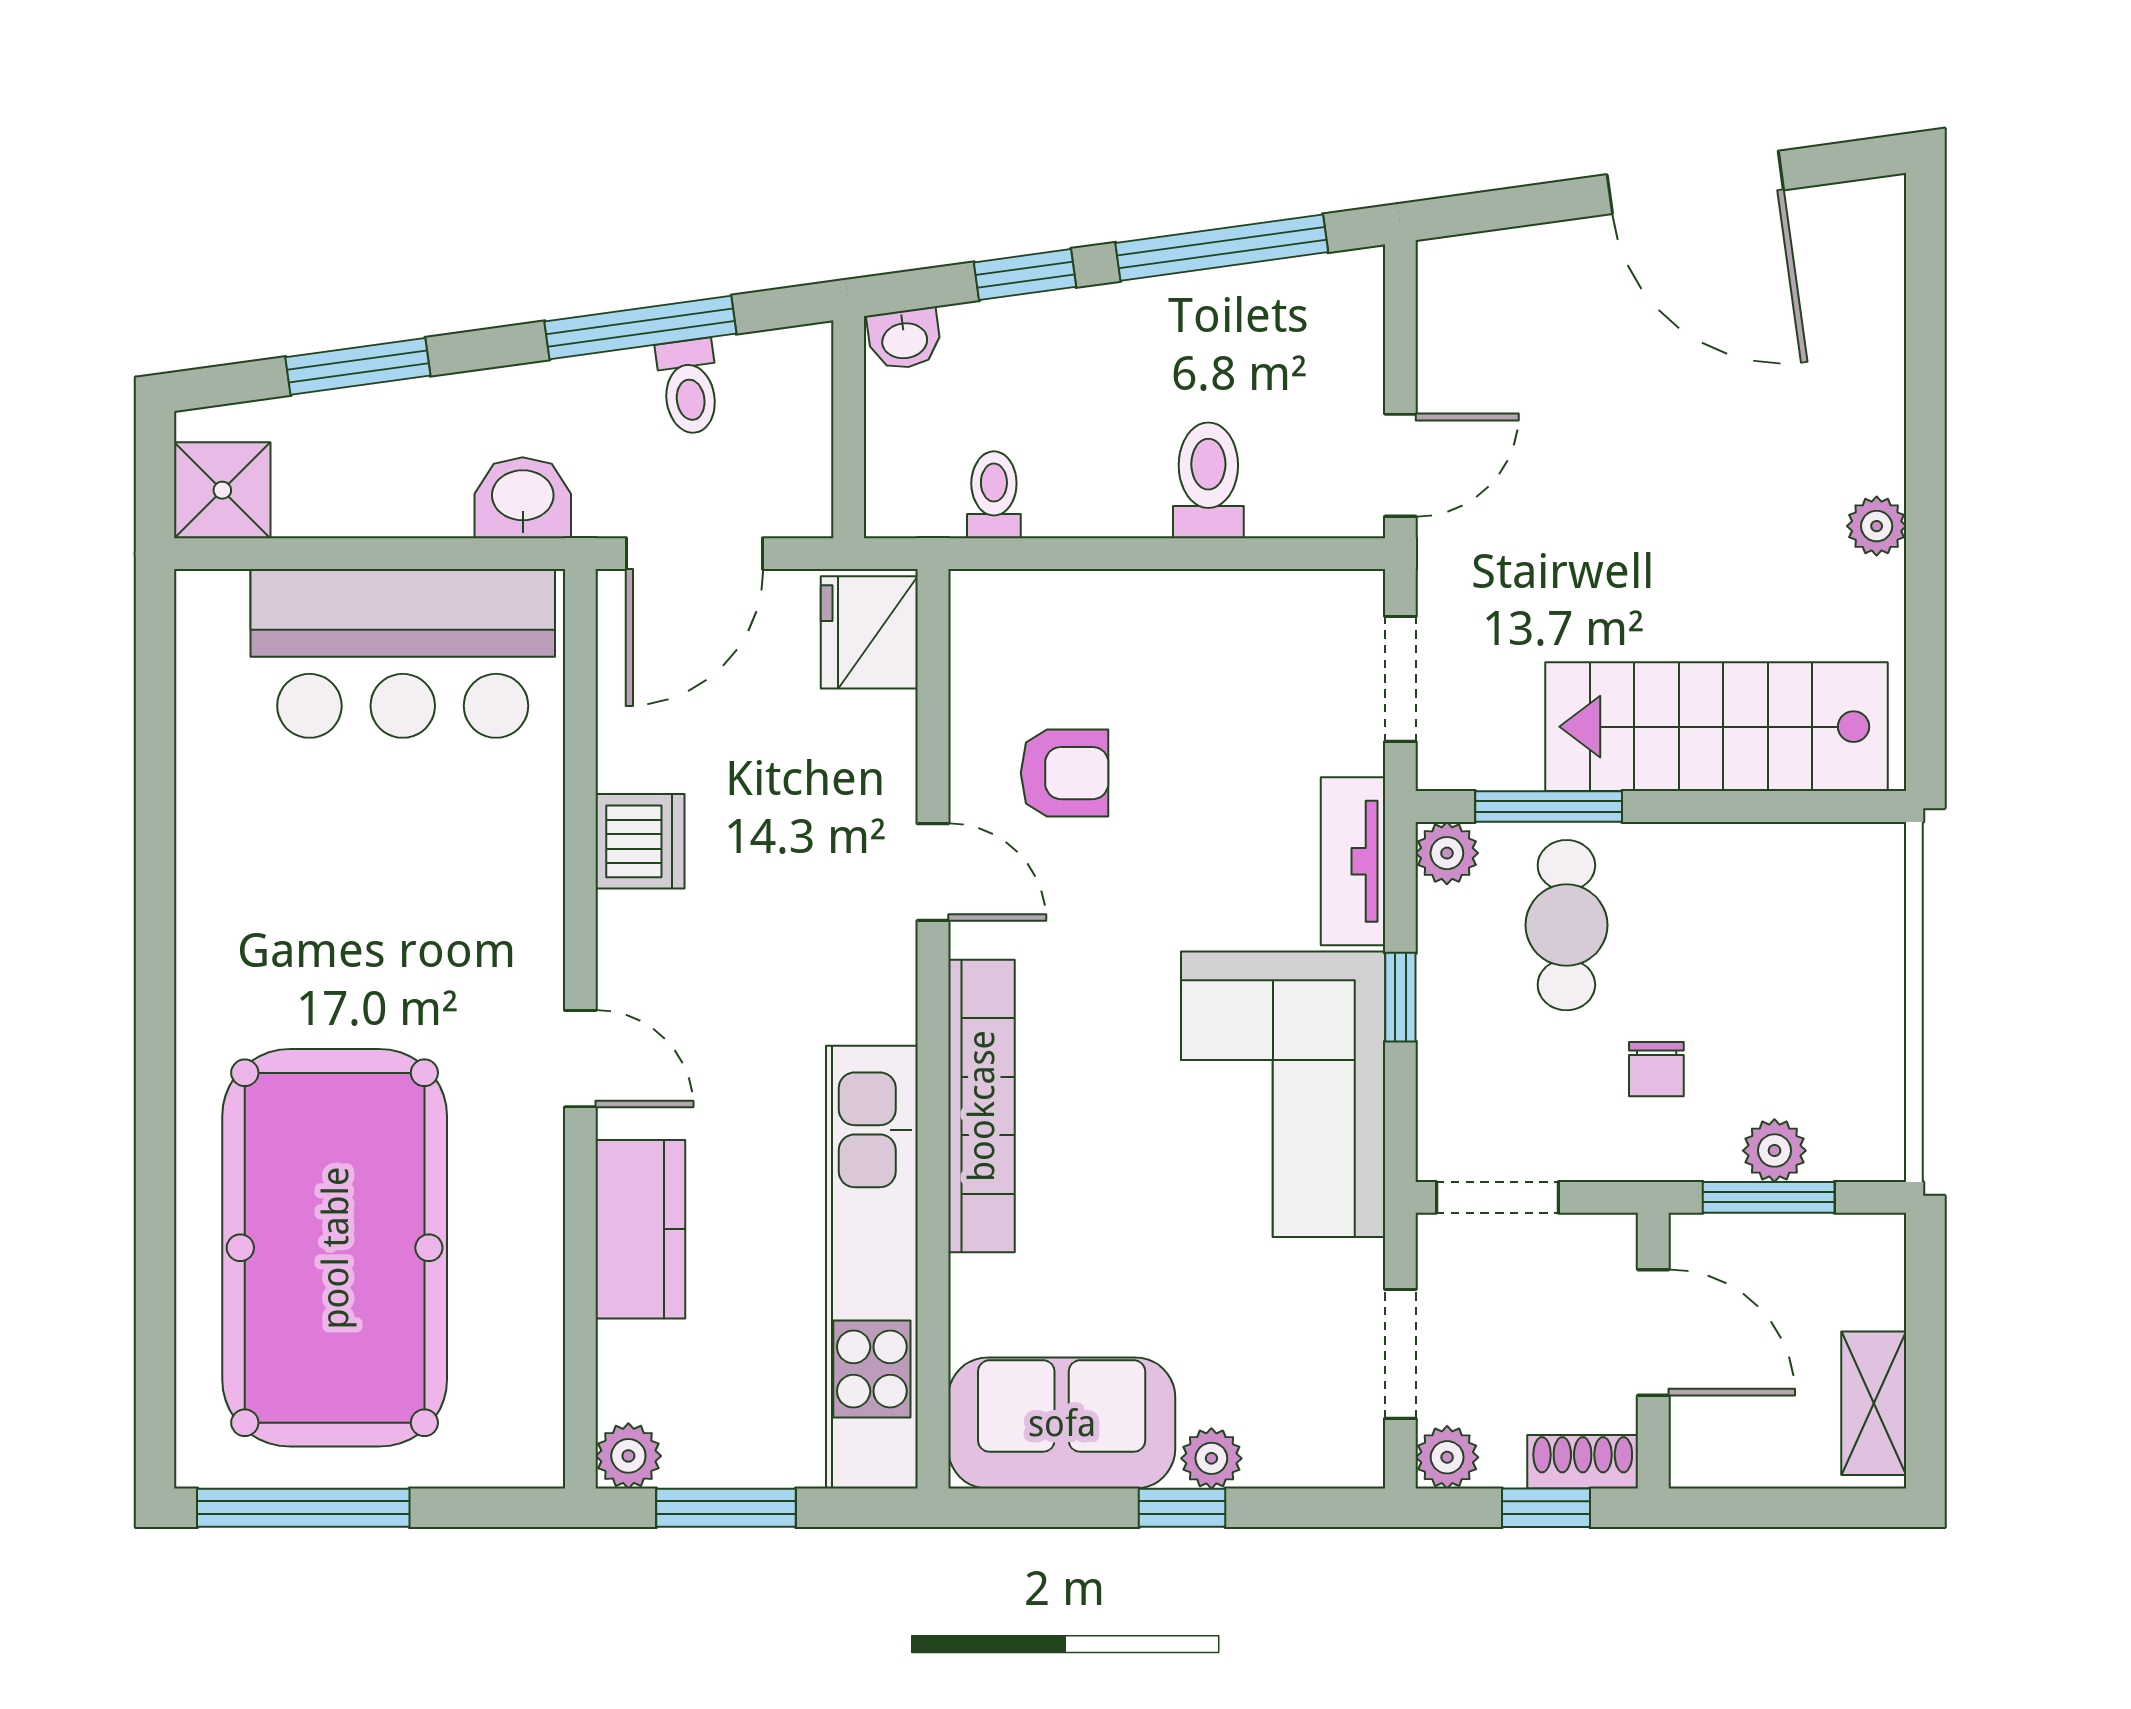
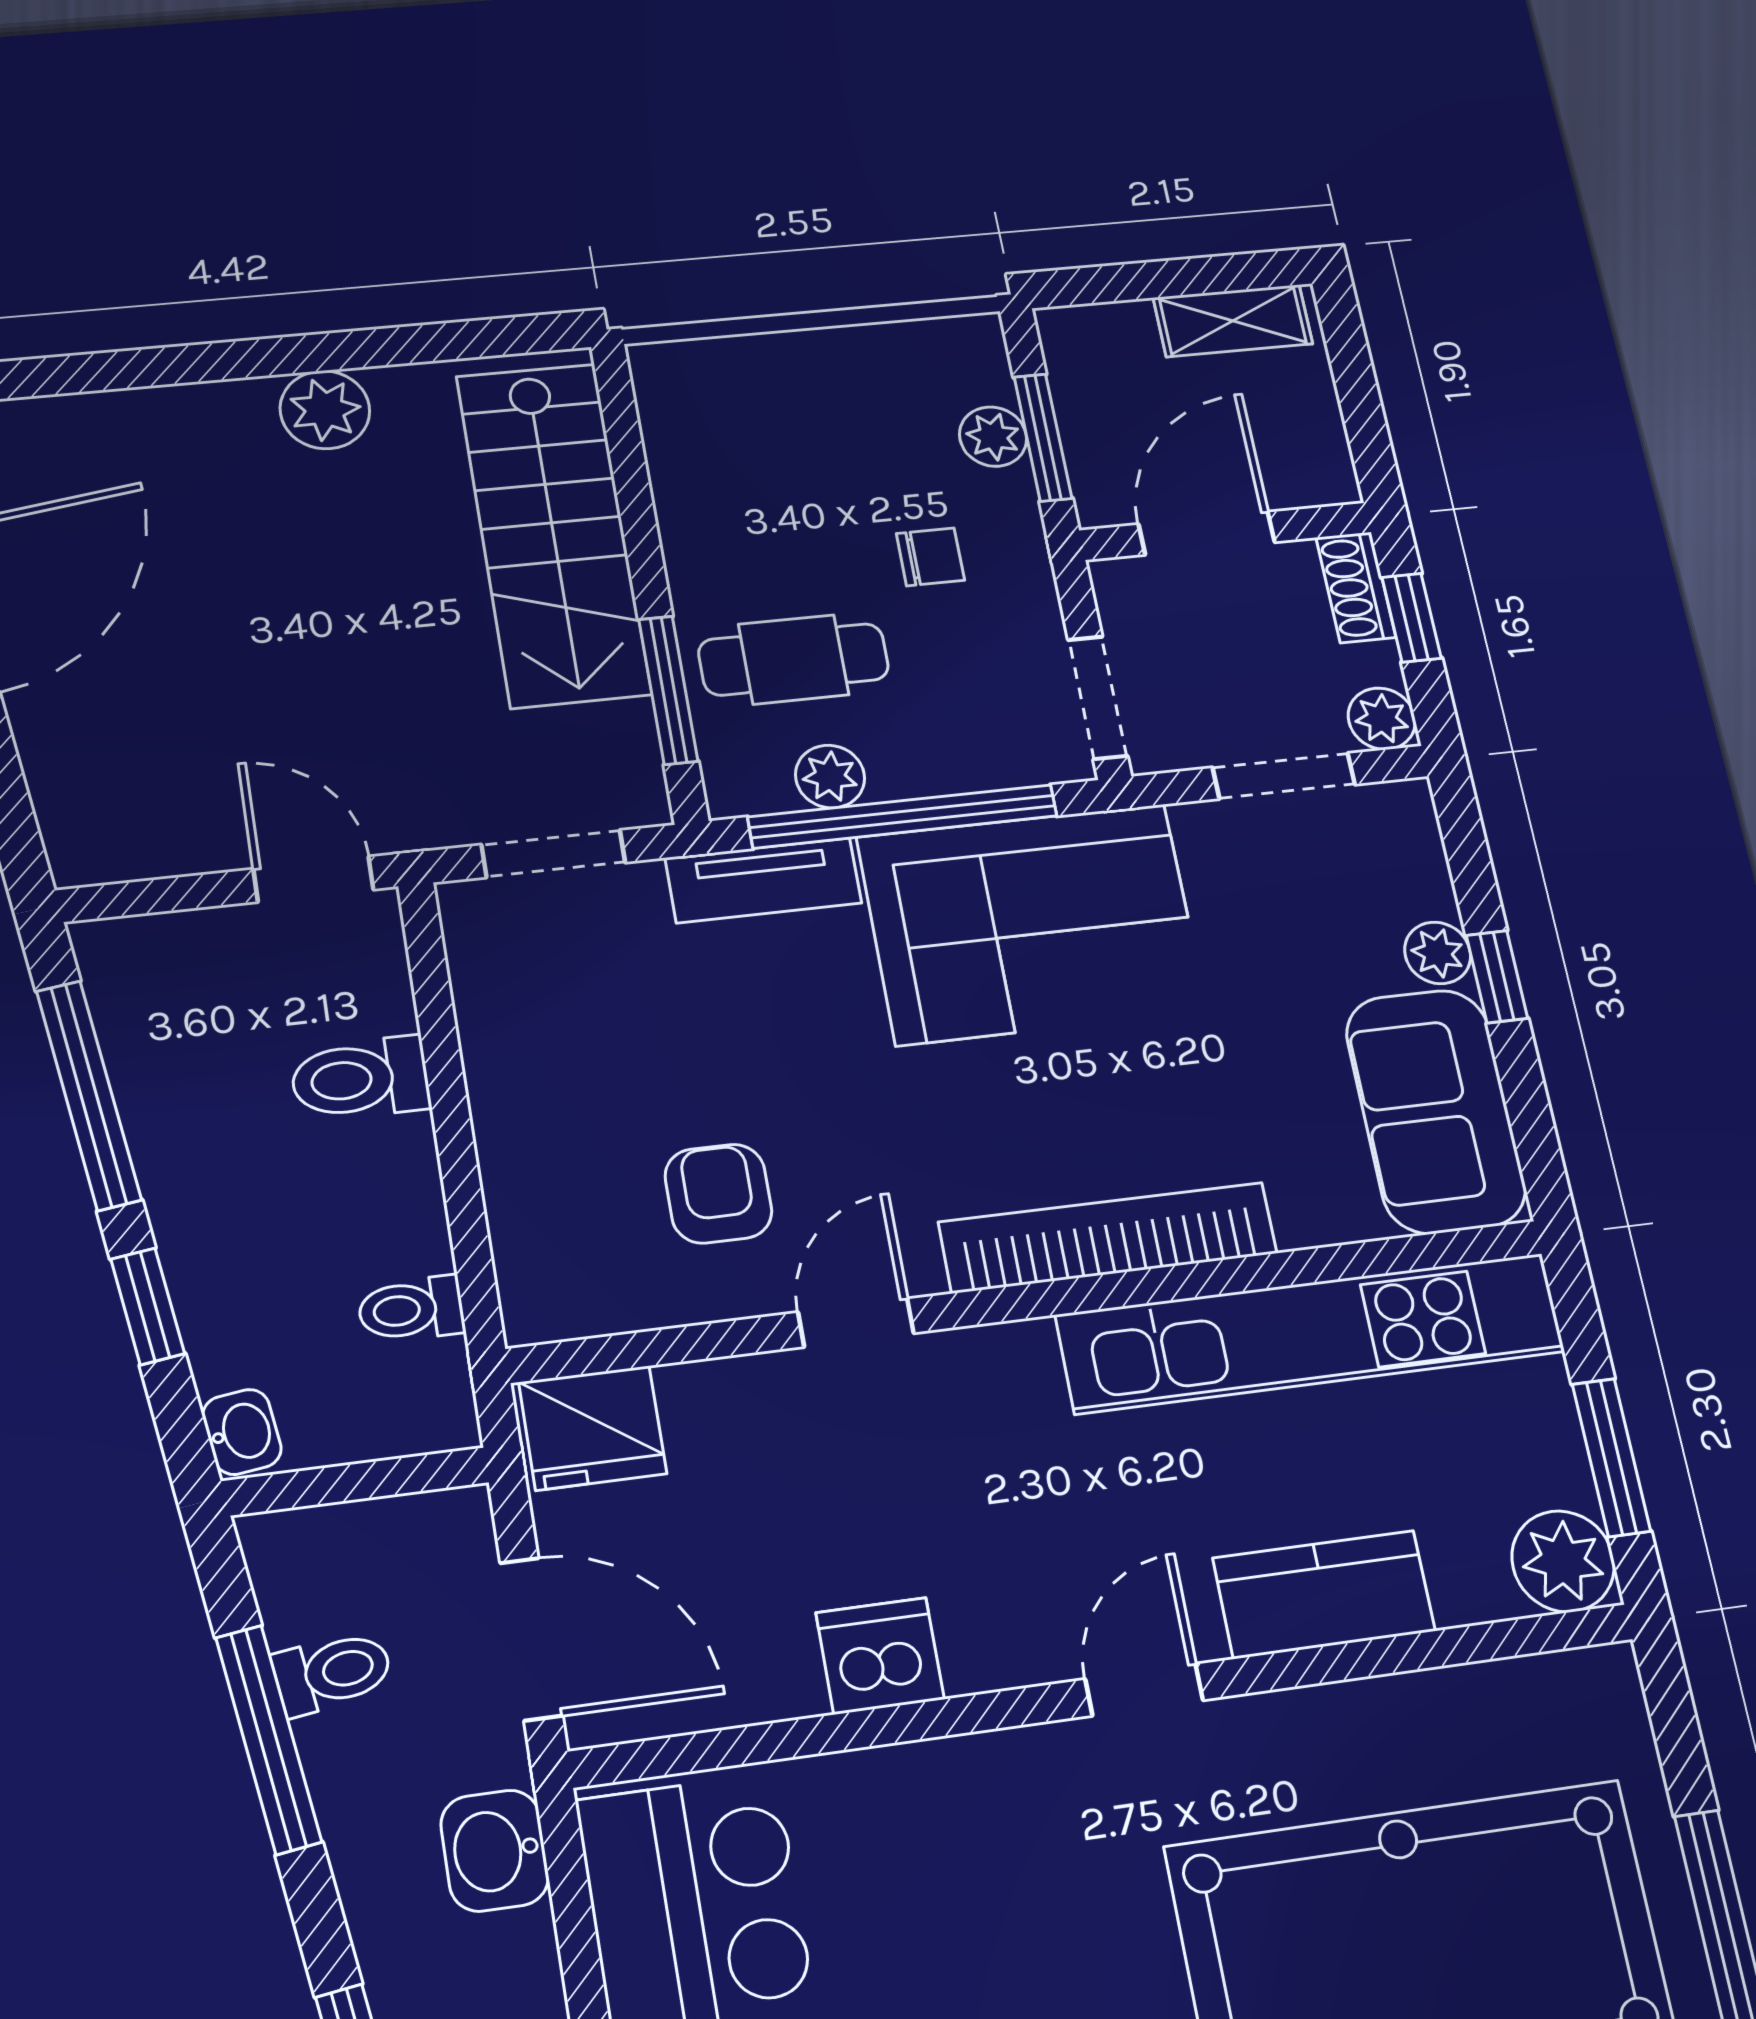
plant: (1877, 526) -> (325, 410), width x1.38, depth x1.38
plant: (1447, 853) -> (830, 777), moved
window: (1400, 997) -> (903, 816), width x3.17
plant: (628, 1456) -> (1563, 1561), width x1.38, depth x1.38

